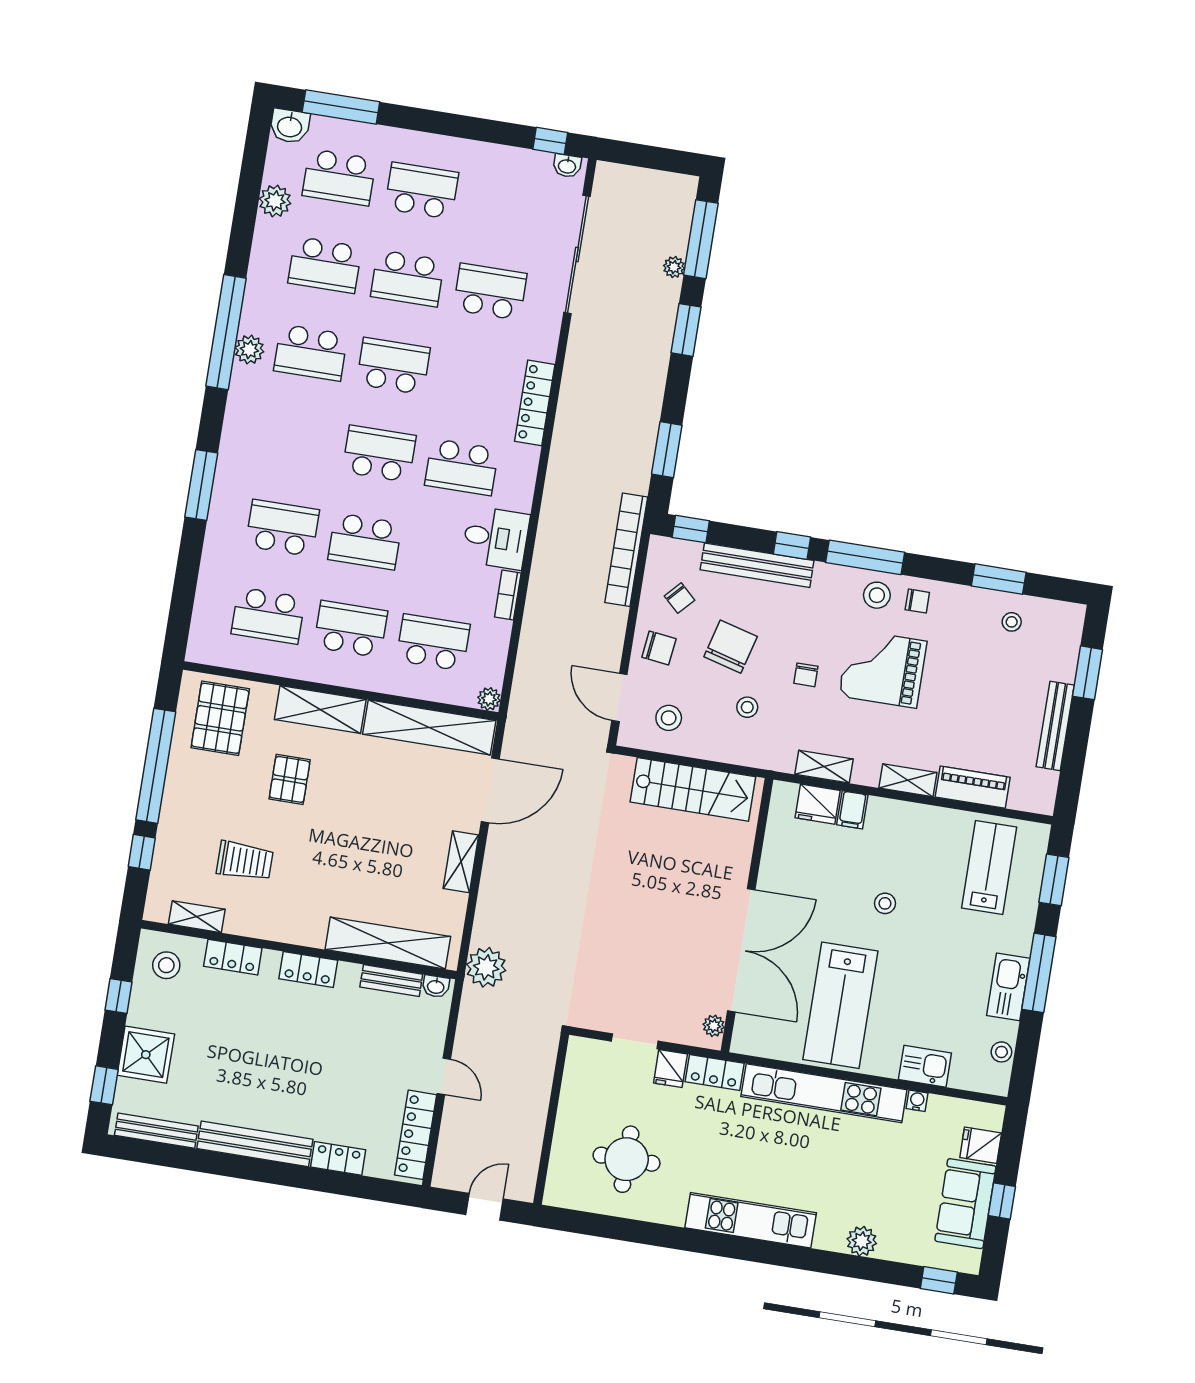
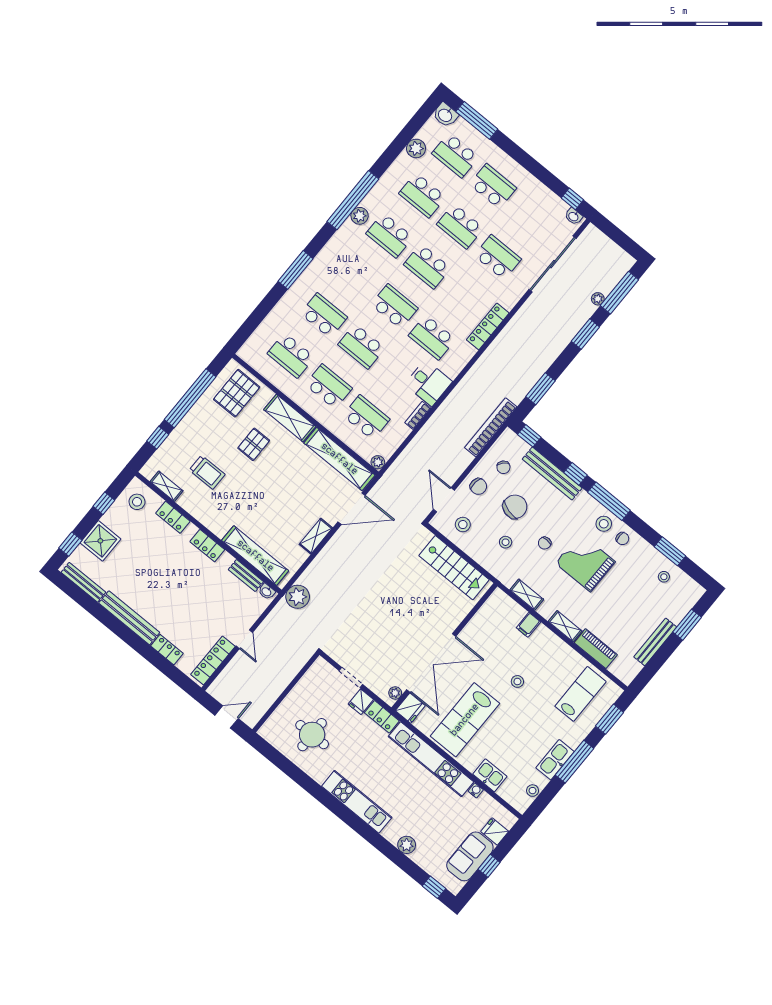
school desk: (393, 366) -> (427, 266), turned 180
fridge: (818, 804) -> (410, 708), moved, turned -90

